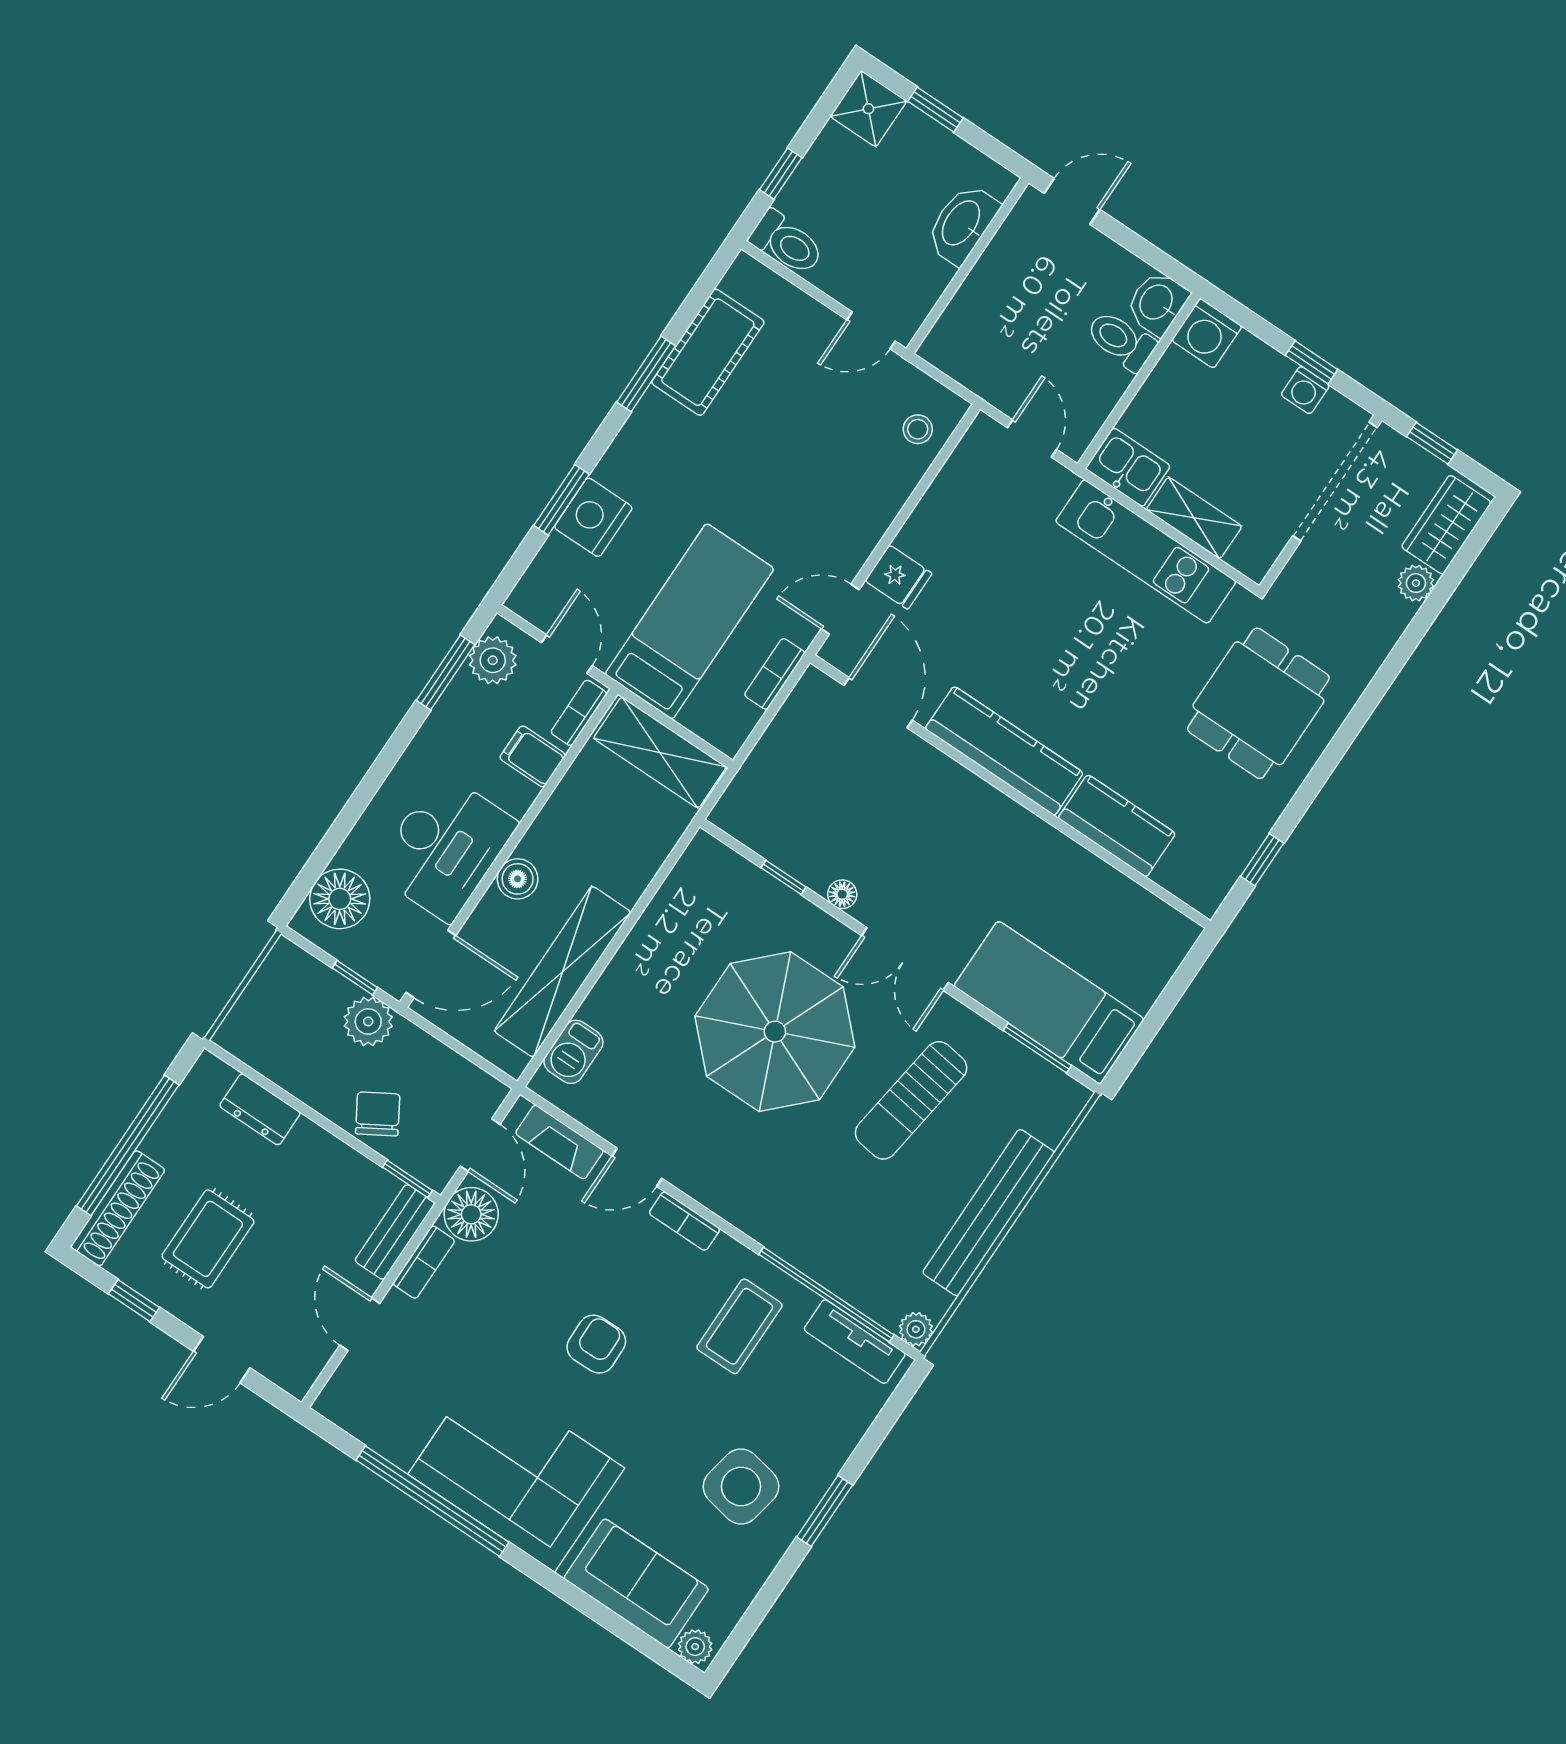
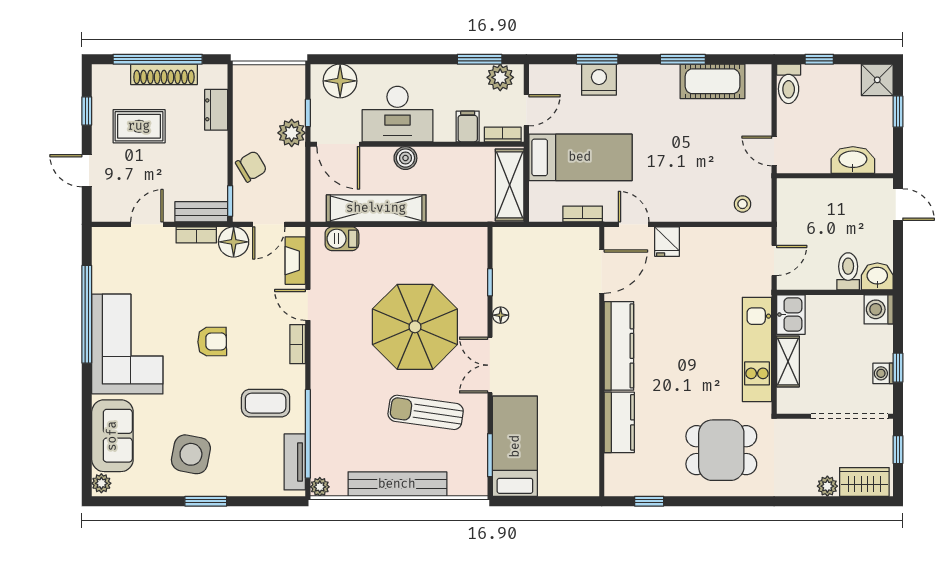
shoe rack: (118, 1208) -> (164, 74), moved

